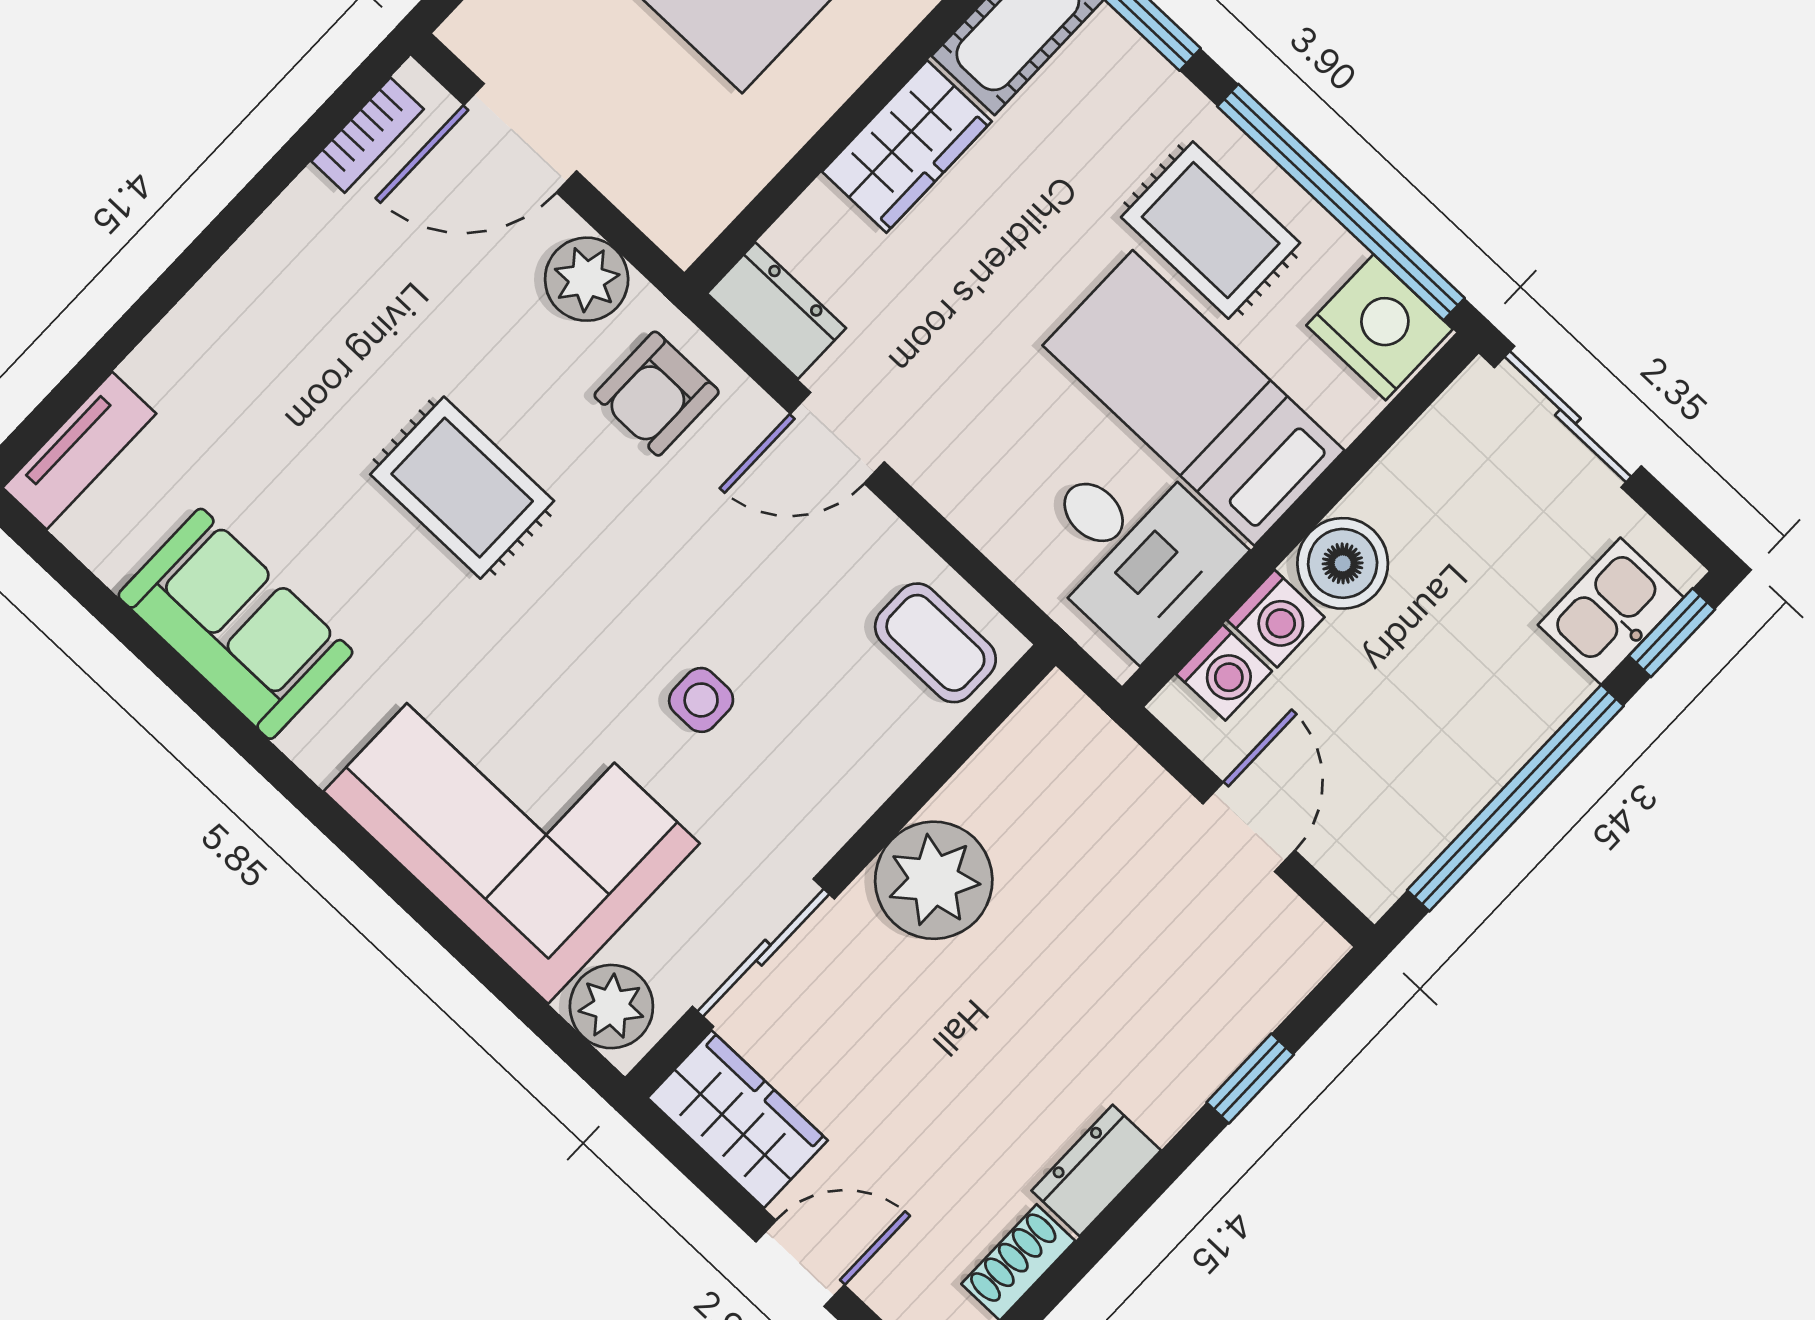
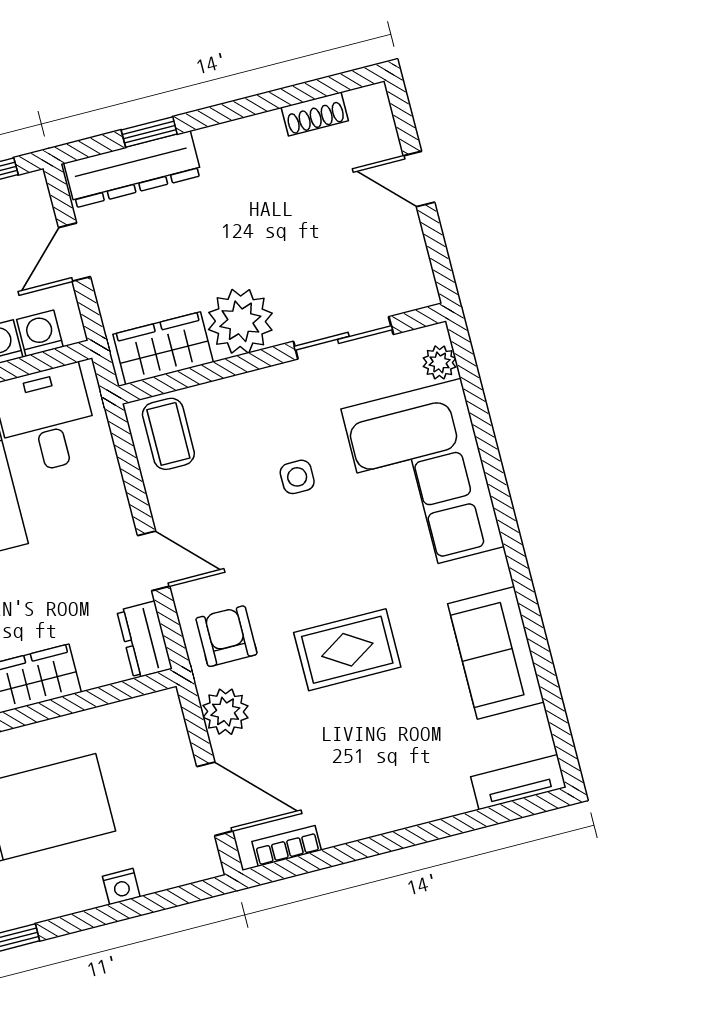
armchair: (657, 394) -> (226, 636), turned -90
rug: (462, 488) -> (347, 650), turned 90
plant: (611, 1007) -> (440, 362), width x0.73, depth x0.73
wardrobe: (738, 1119) -> (163, 348), moved, turned 90
dresser: (1096, 1170) -> (133, 169), moved, width x1.96, depth x1.24

